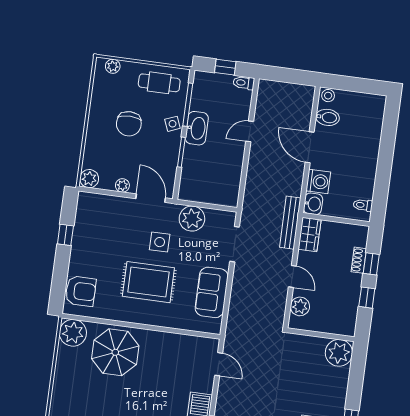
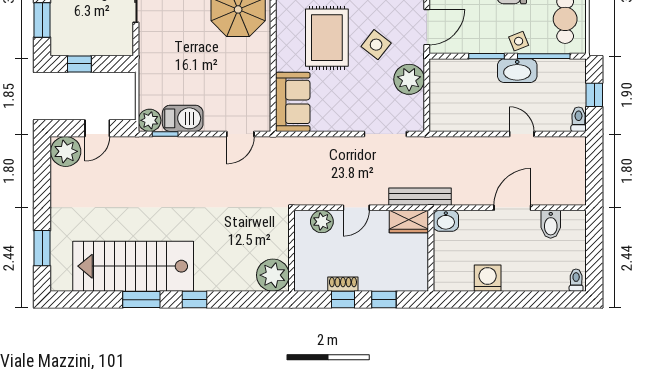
stool: (328, 96) -> (577, 222), removed
washing machine: (318, 181) -> (488, 278), moved, turned 180
toilet: (363, 205) -> (576, 280), moved
side table: (160, 242) -> (376, 45), turned 38
shoe rack: (359, 260) -> (343, 284), moved
sofa: (212, 292) -> (293, 102), moved, turned 90

